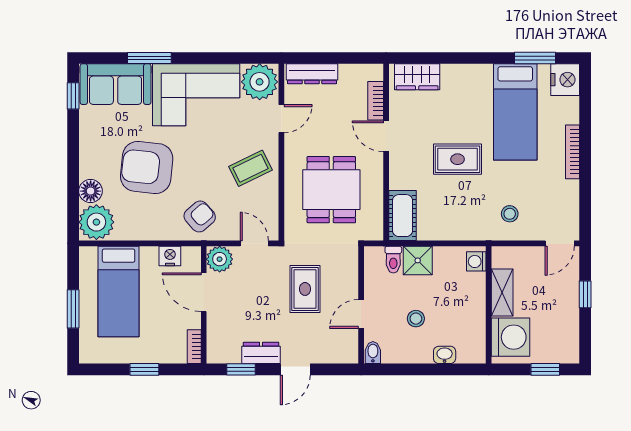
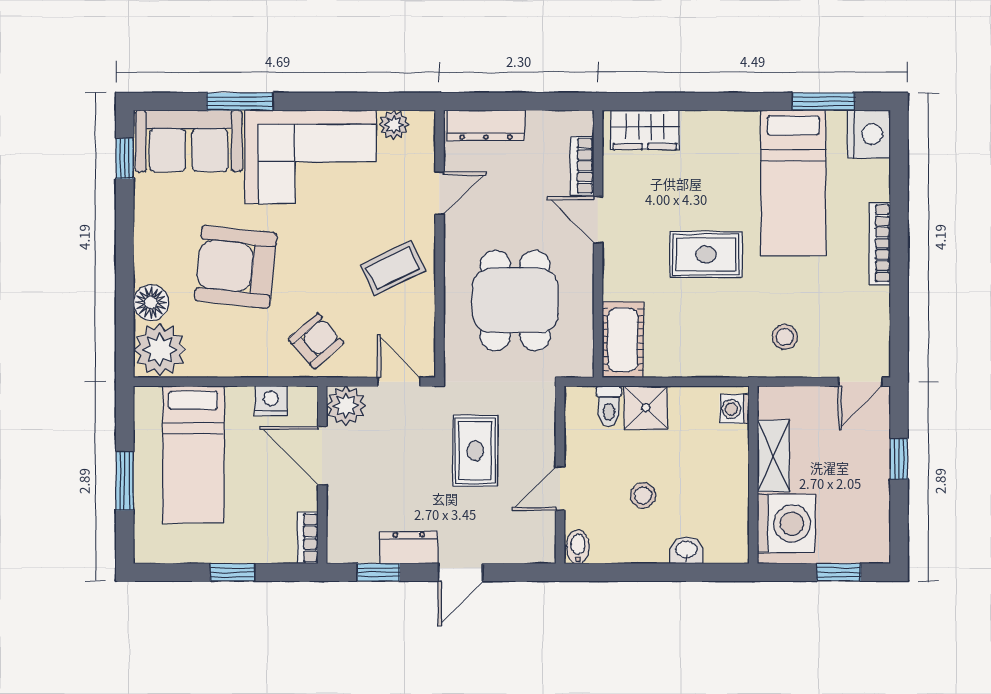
plant: (260, 82) -> (394, 125), width x0.53, depth x0.53

